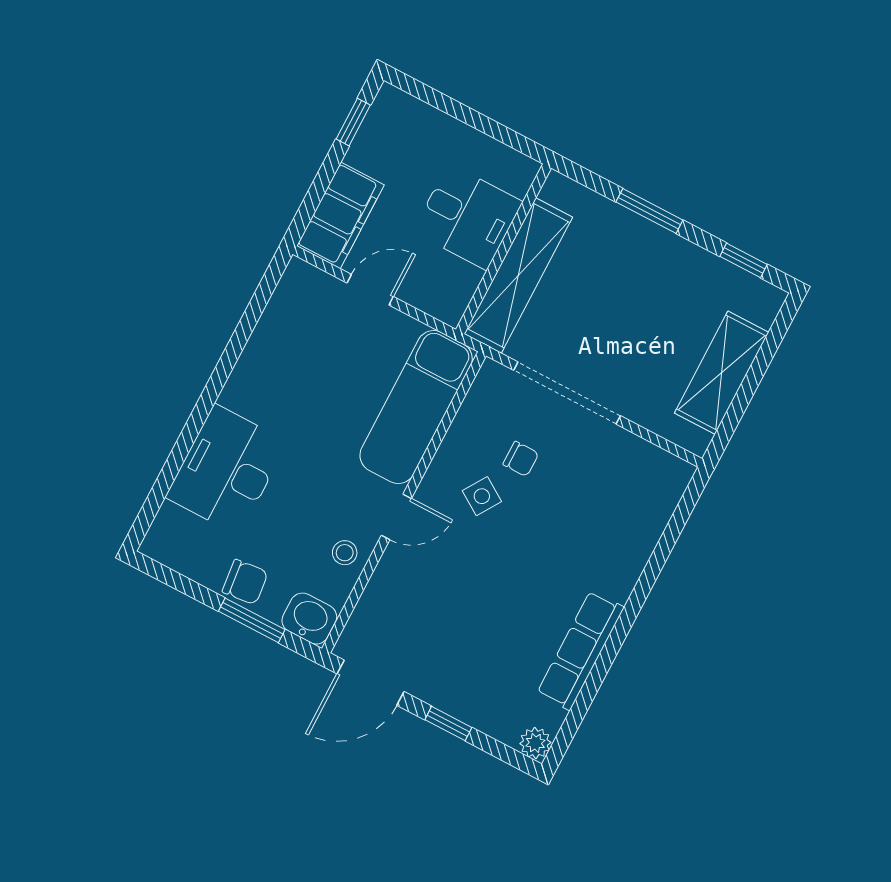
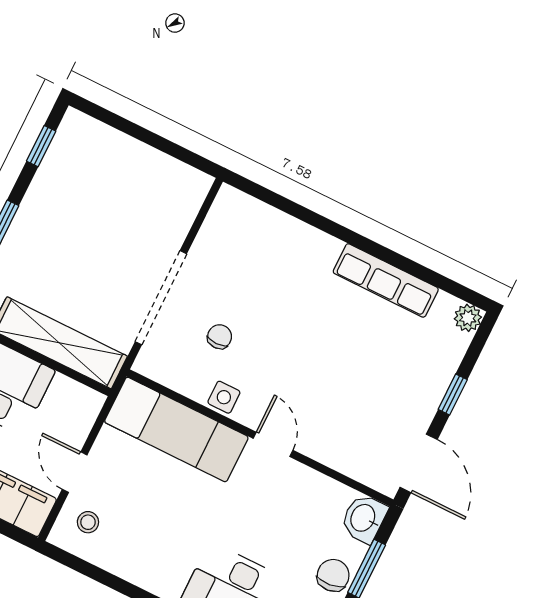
shelving: (722, 373) -> (140, 163), removed
side table: (482, 496) -> (224, 397), moved, turned -33
stool: (345, 553) -> (88, 522), moved

